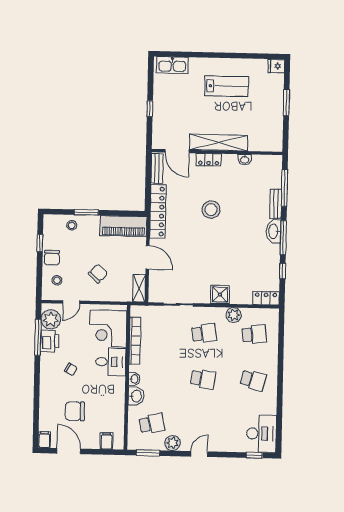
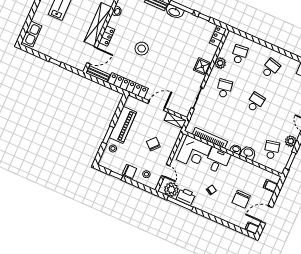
piano: (123, 226) -> (123, 125), moved

